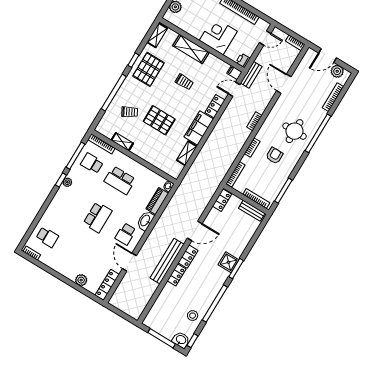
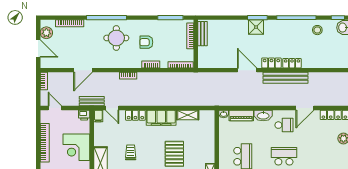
locker: (222, 200) -> (209, 63), removed

